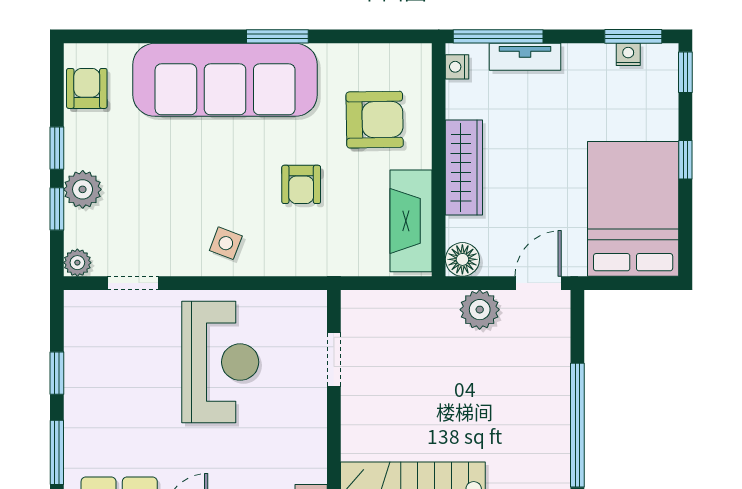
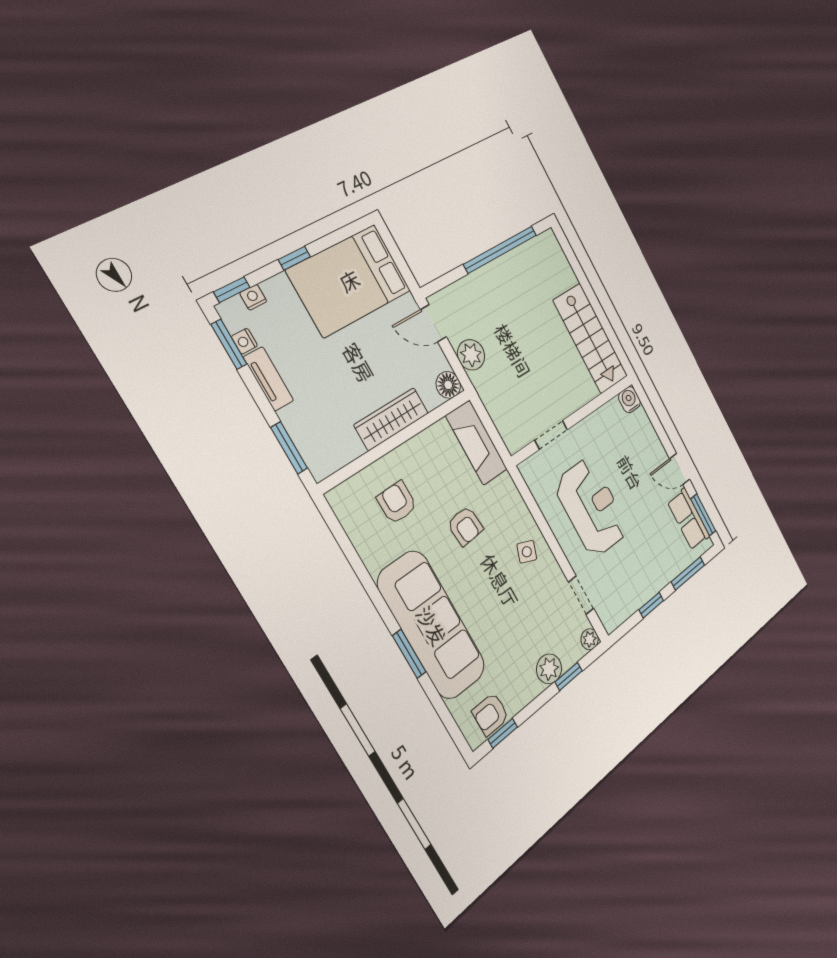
window: (277, 36) -> (409, 654), moved
window: (498, 36) -> (289, 448), width x0.69
tv unit: (525, 57) -> (269, 379), moved
nightstand: (457, 67) -> (253, 297), moved, turned 180
armchair: (375, 120) -> (397, 502), width x0.72, depth x0.72
window: (57, 148) -> (503, 733), moved
armchair: (301, 184) -> (465, 526), turned 85
fireplace: (411, 221) -> (477, 443), moved, turned 90
reception desk: (220, 362) -> (592, 507), turned 90

